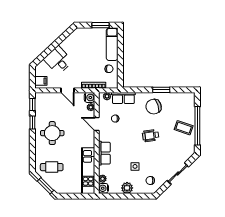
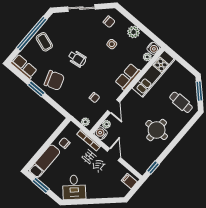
desk: (58, 60) -> (74, 187), moved
row of seats: (123, 98) -> (24, 67), moved
window: (32, 123) -> (166, 153), removed

